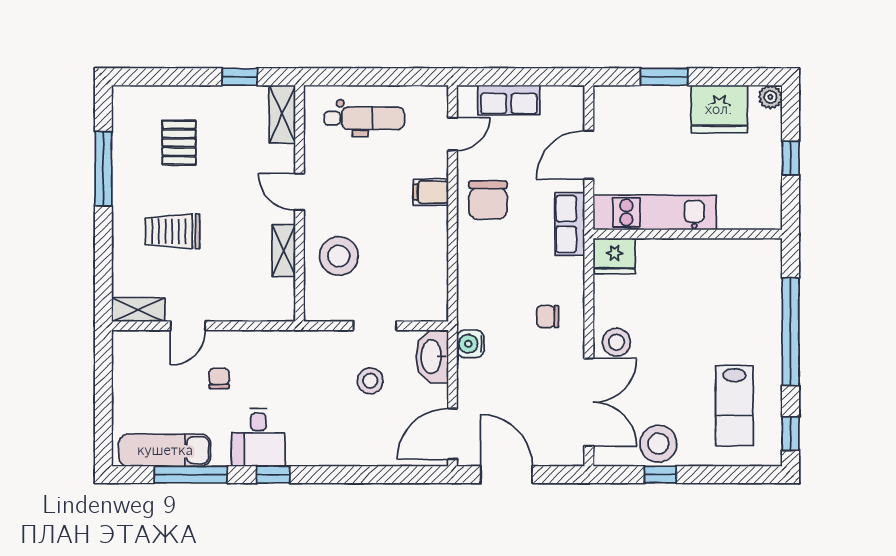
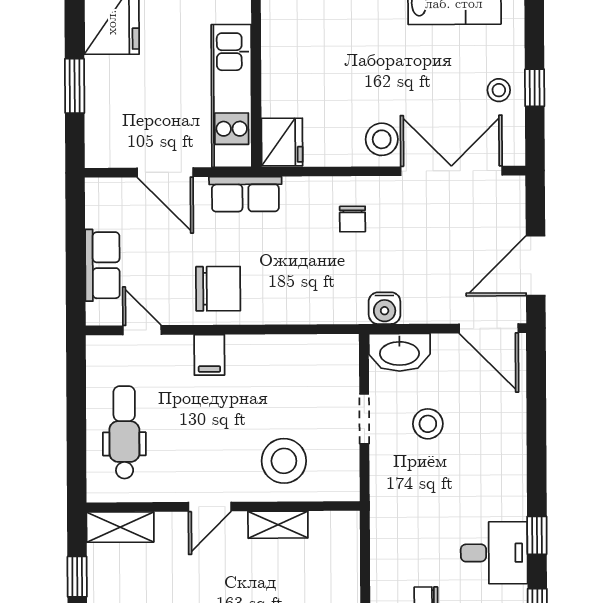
stool: (658, 444) -> (499, 90), width x0.53, depth x0.53

